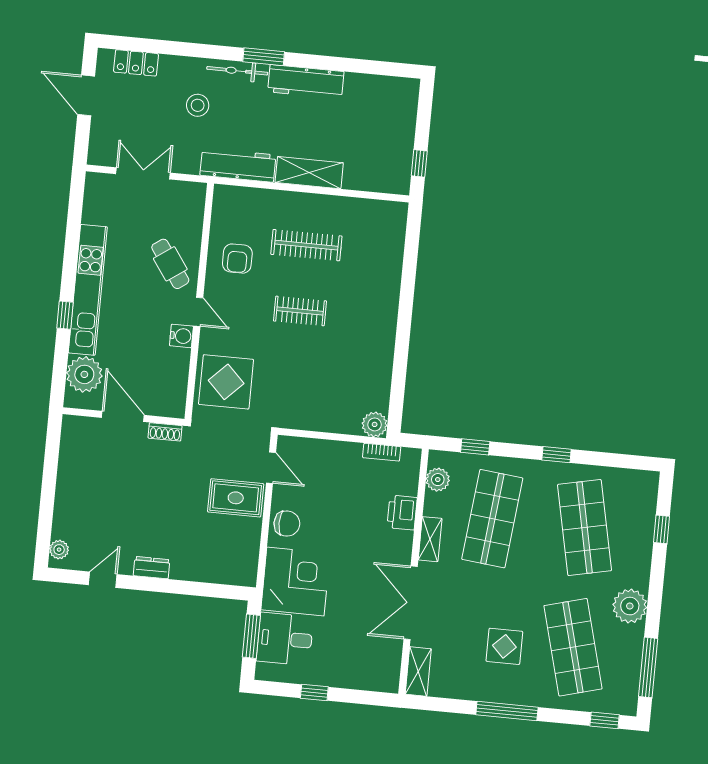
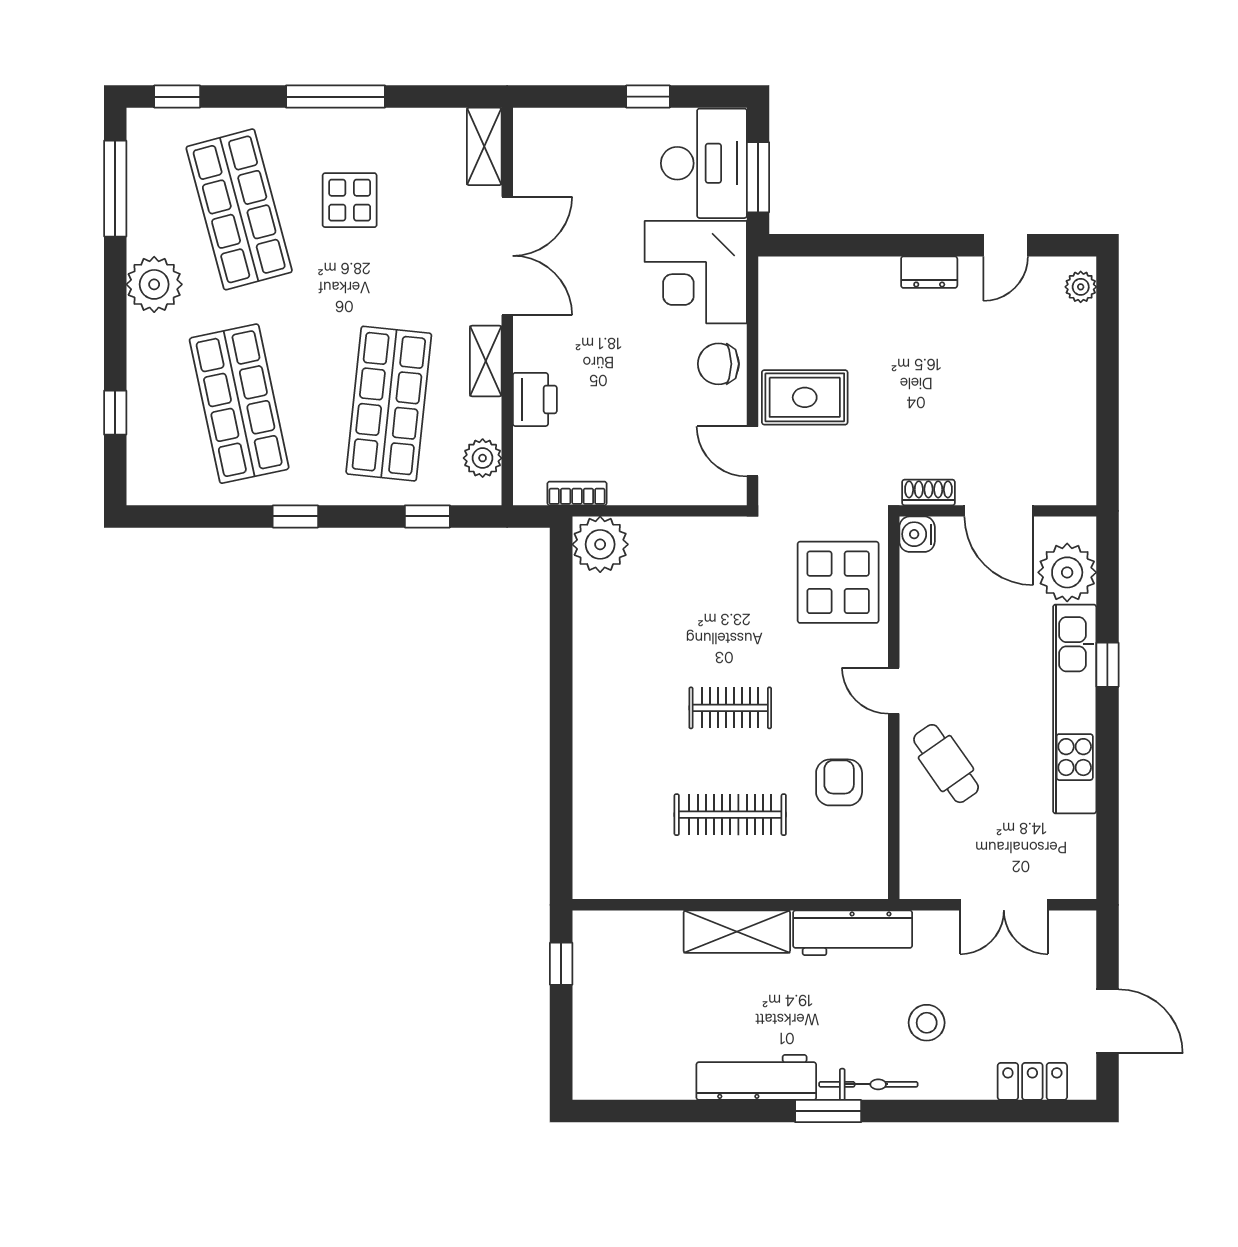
water cooler: (181, 336) -> (917, 534), moved
plant: (375, 424) -> (600, 544), width x1.36, depth x1.36
desk: (285, 639) -> (704, 163), width x1.37

